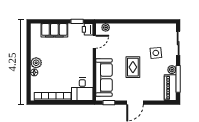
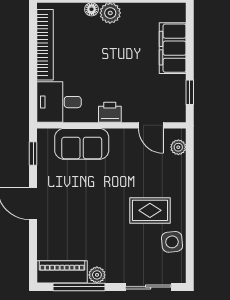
printer: (88, 29) -> (110, 112), moved
side table: (156, 53) -> (172, 242), moved
rug: (133, 67) -> (150, 210), moved
sofa: (104, 78) -> (82, 144), width x0.73

